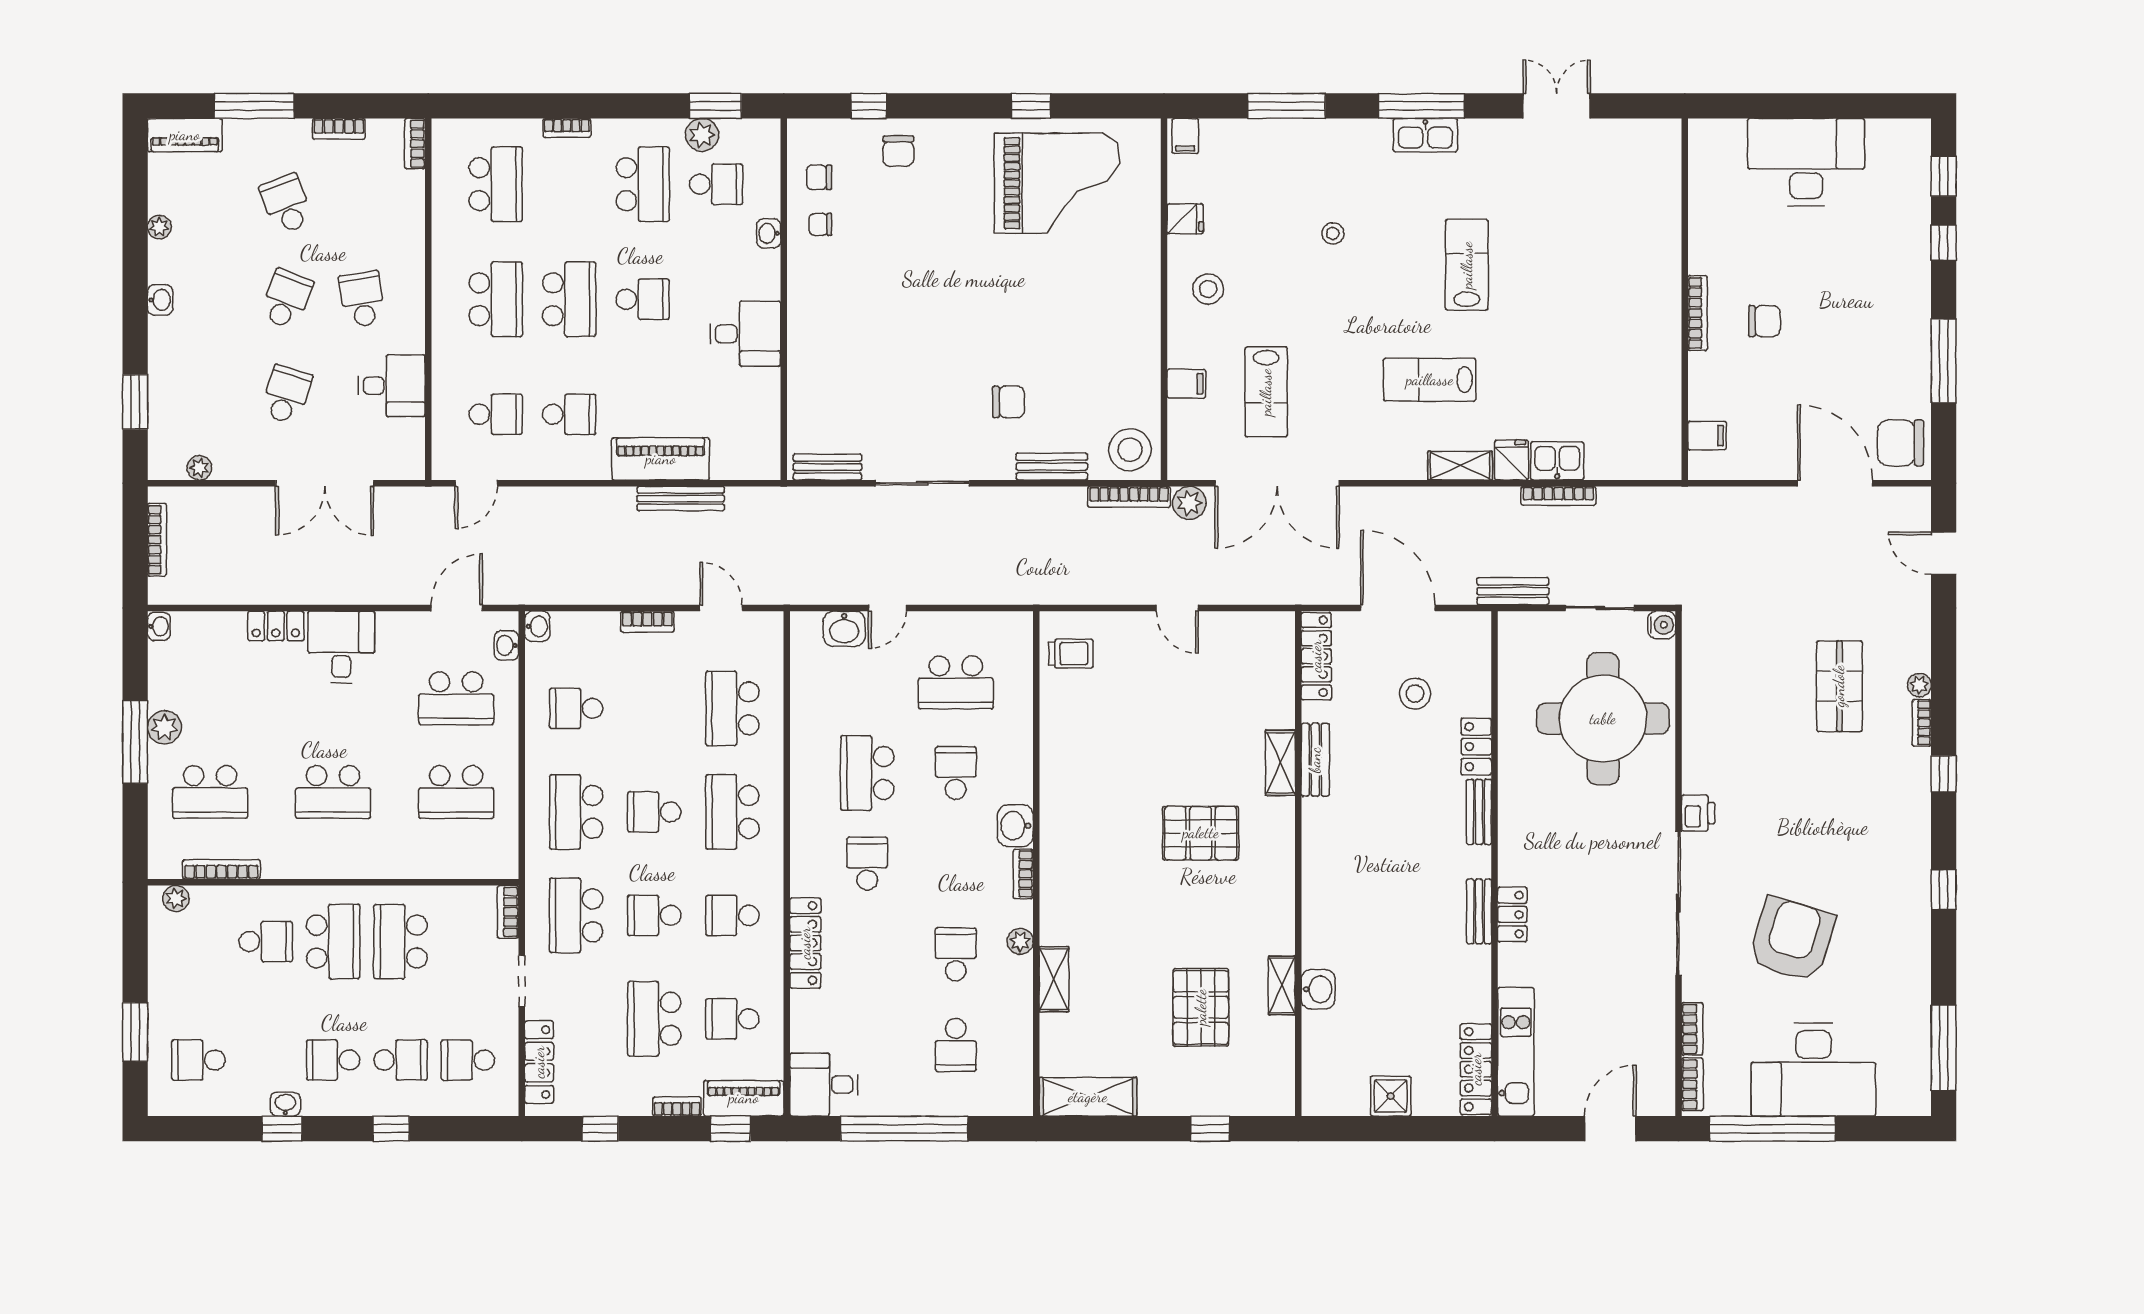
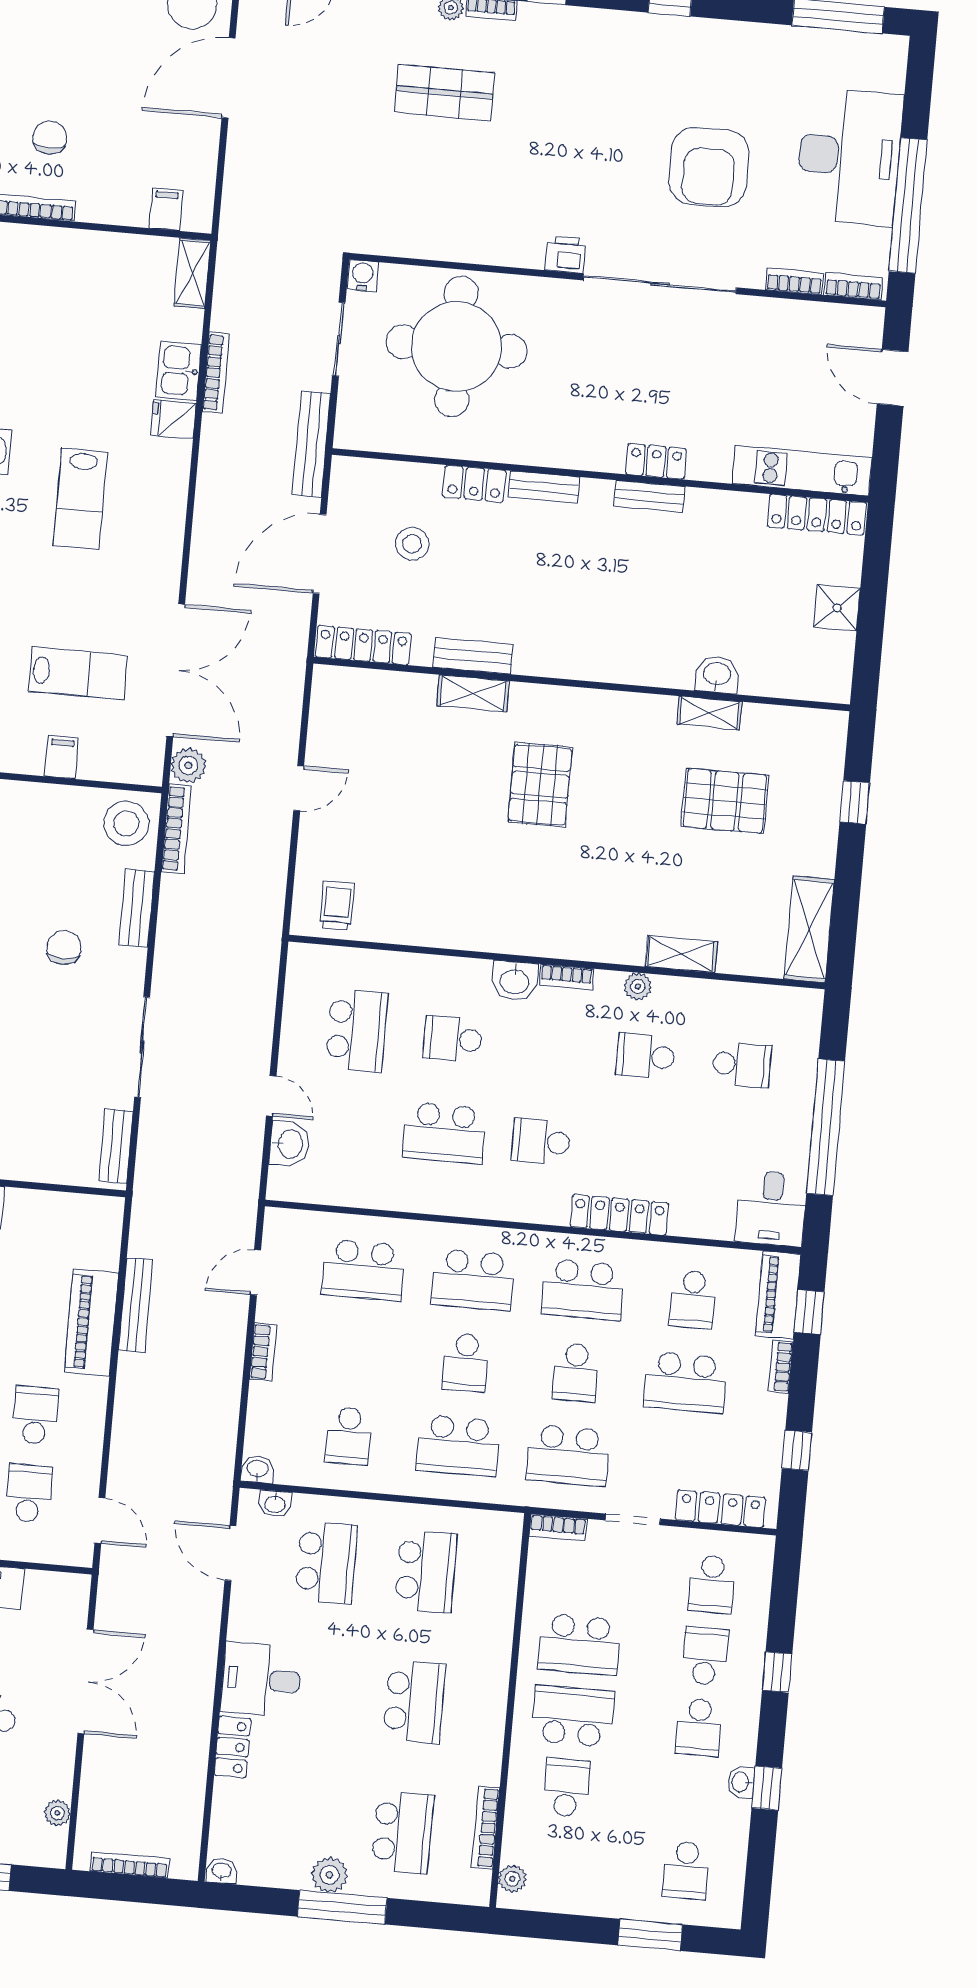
shelving: (1460, 466) -> (192, 273), moved
bench: (1513, 591) -> (311, 444), width x1.36
school desk: (732, 915) -> (583, 1290), width x1.85
armchair: (1792, 940) -> (709, 167), turned -107

